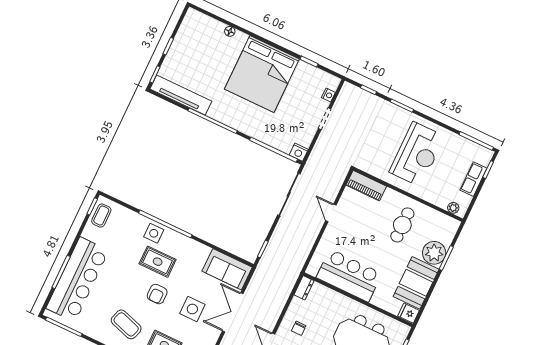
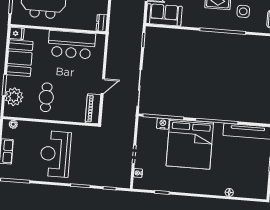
bed: (262, 74) -> (190, 144), moved, turned 180
nightstand: (299, 152) -> (163, 124), moved
piano: (366, 186) -> (93, 109), moved, turned -90
door: (331, 213) -> (103, 86), hinge flipped
side table: (154, 233) -> (243, 11), moved
plant: (434, 253) -> (14, 97), moved

